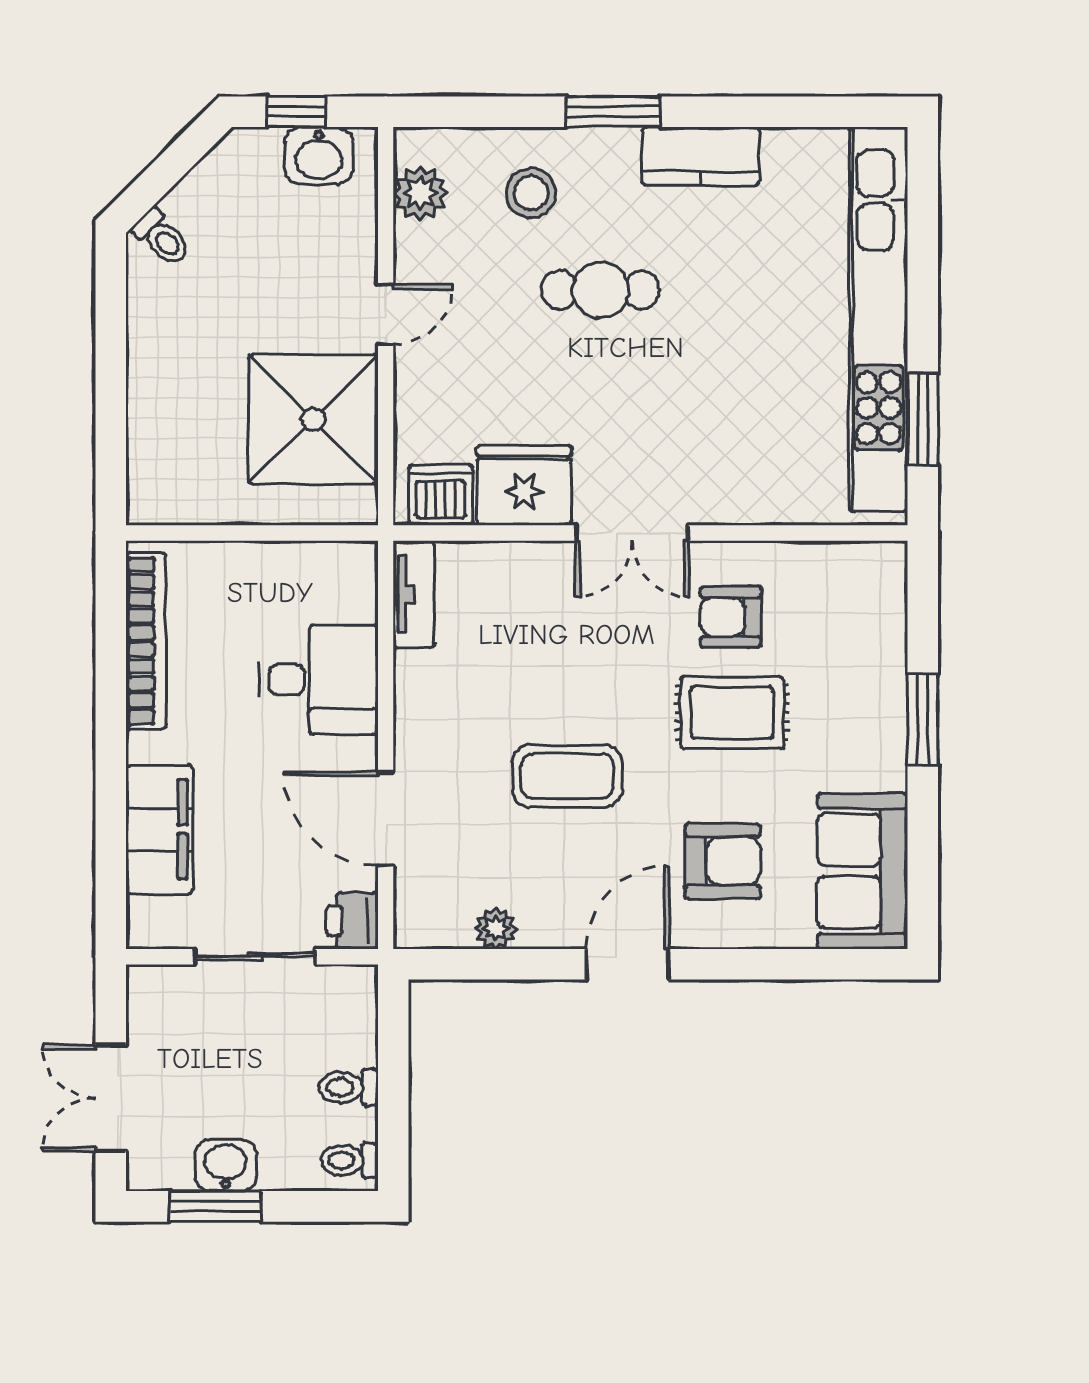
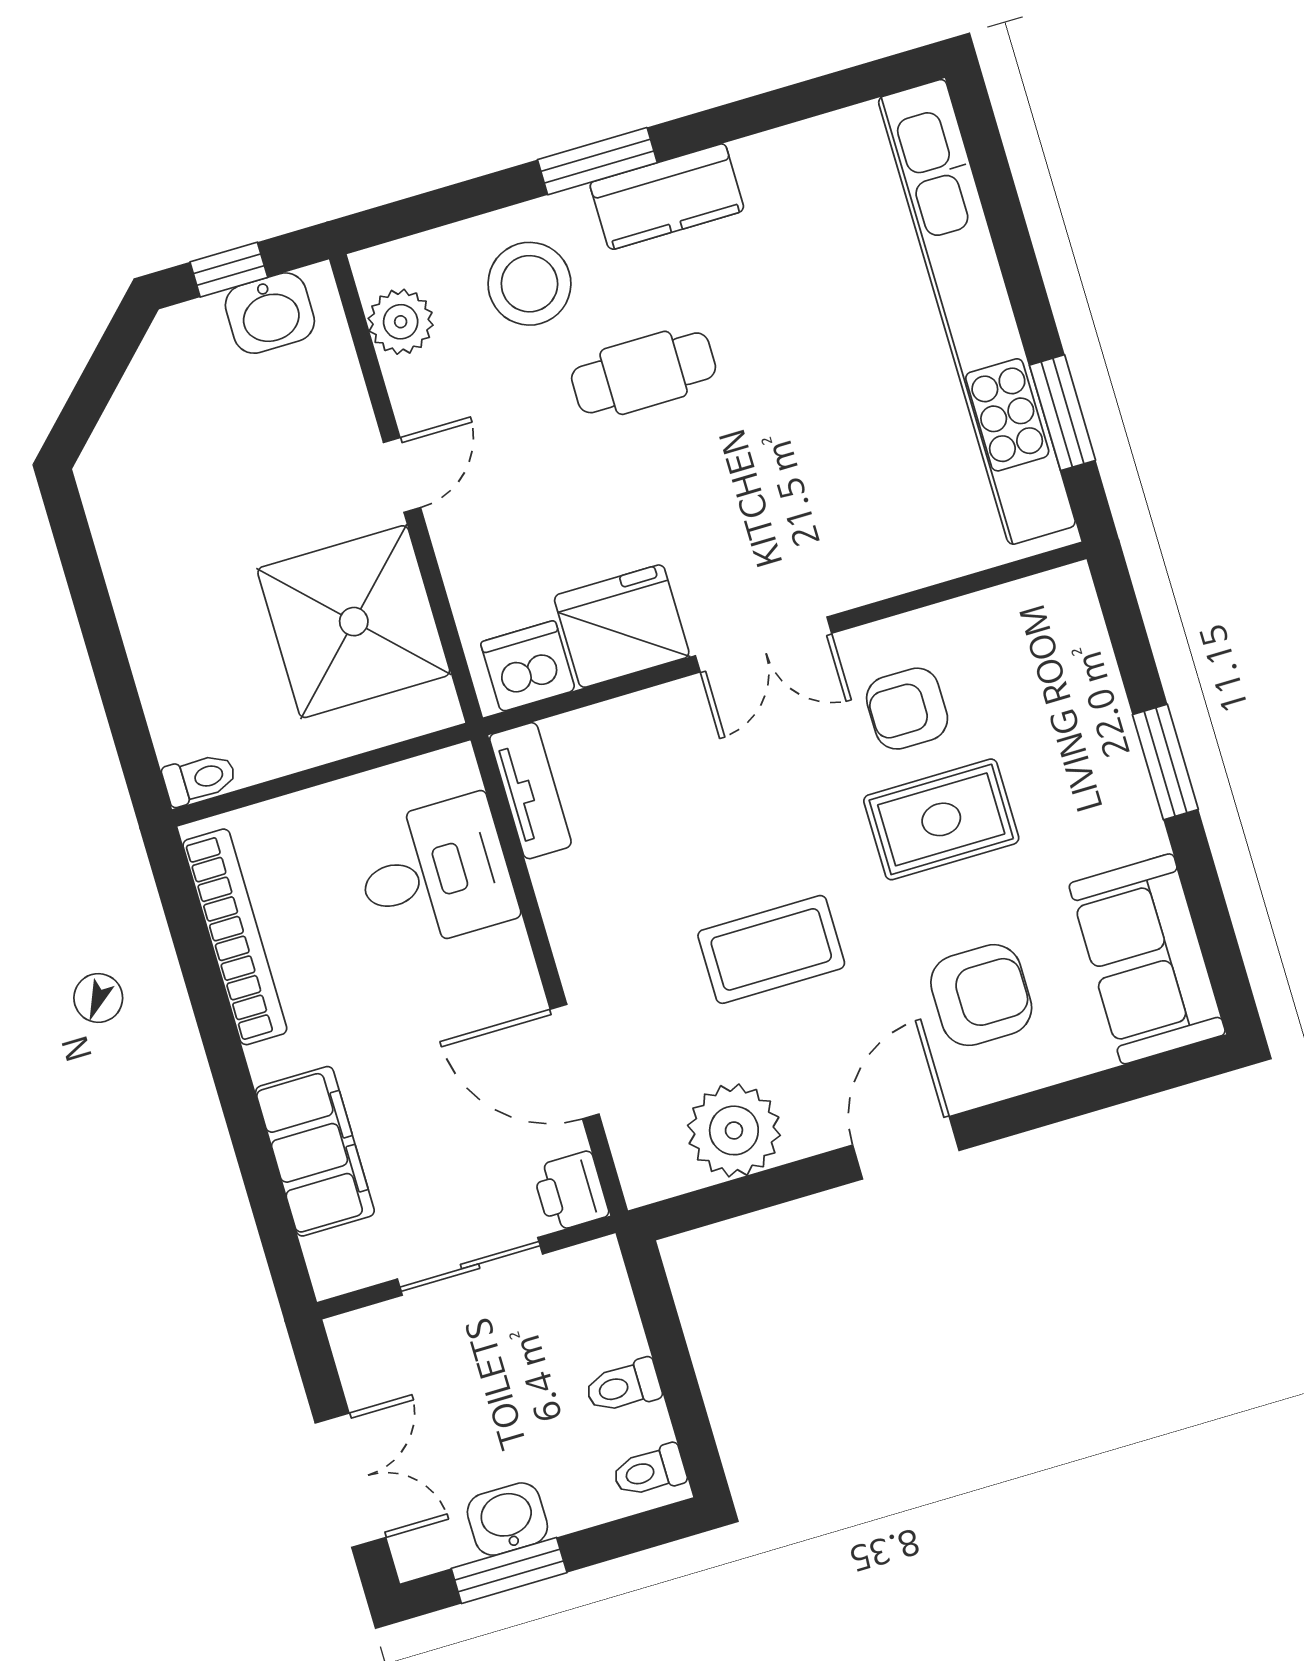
kitchen counter: (700, 156) -> (667, 197), moved
stool: (531, 193) -> (529, 284), width x1.38, depth x1.38
toilet: (162, 238) -> (199, 779), moved, turned -45
desk: (319, 680) -> (435, 873), moved
plant: (496, 929) -> (734, 1130), width x1.88, depth x1.88
double door: (111, 1098) -> (350, 1480), swing flipped

